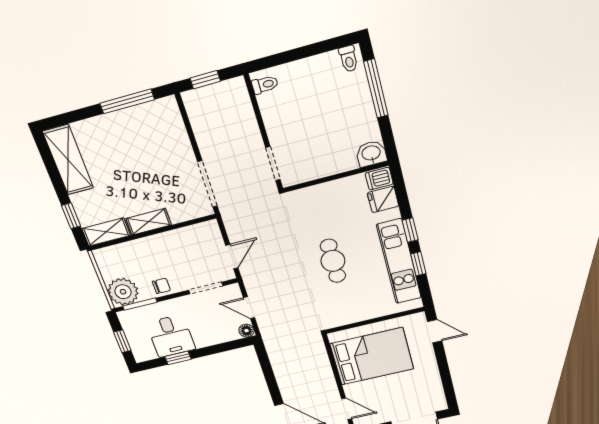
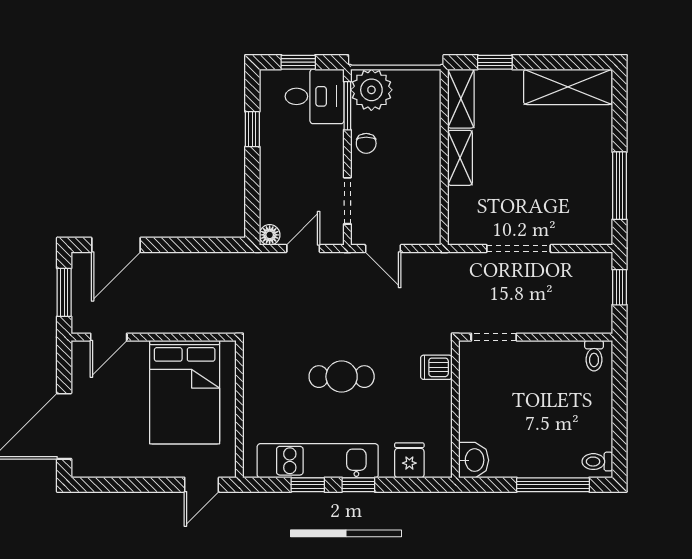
dishwasher: (379, 179) -> (436, 367), moved, turned -90
doorway: (207, 184) -> (519, 249), moved
desk: (171, 336) -> (315, 96), moved, turned 180

